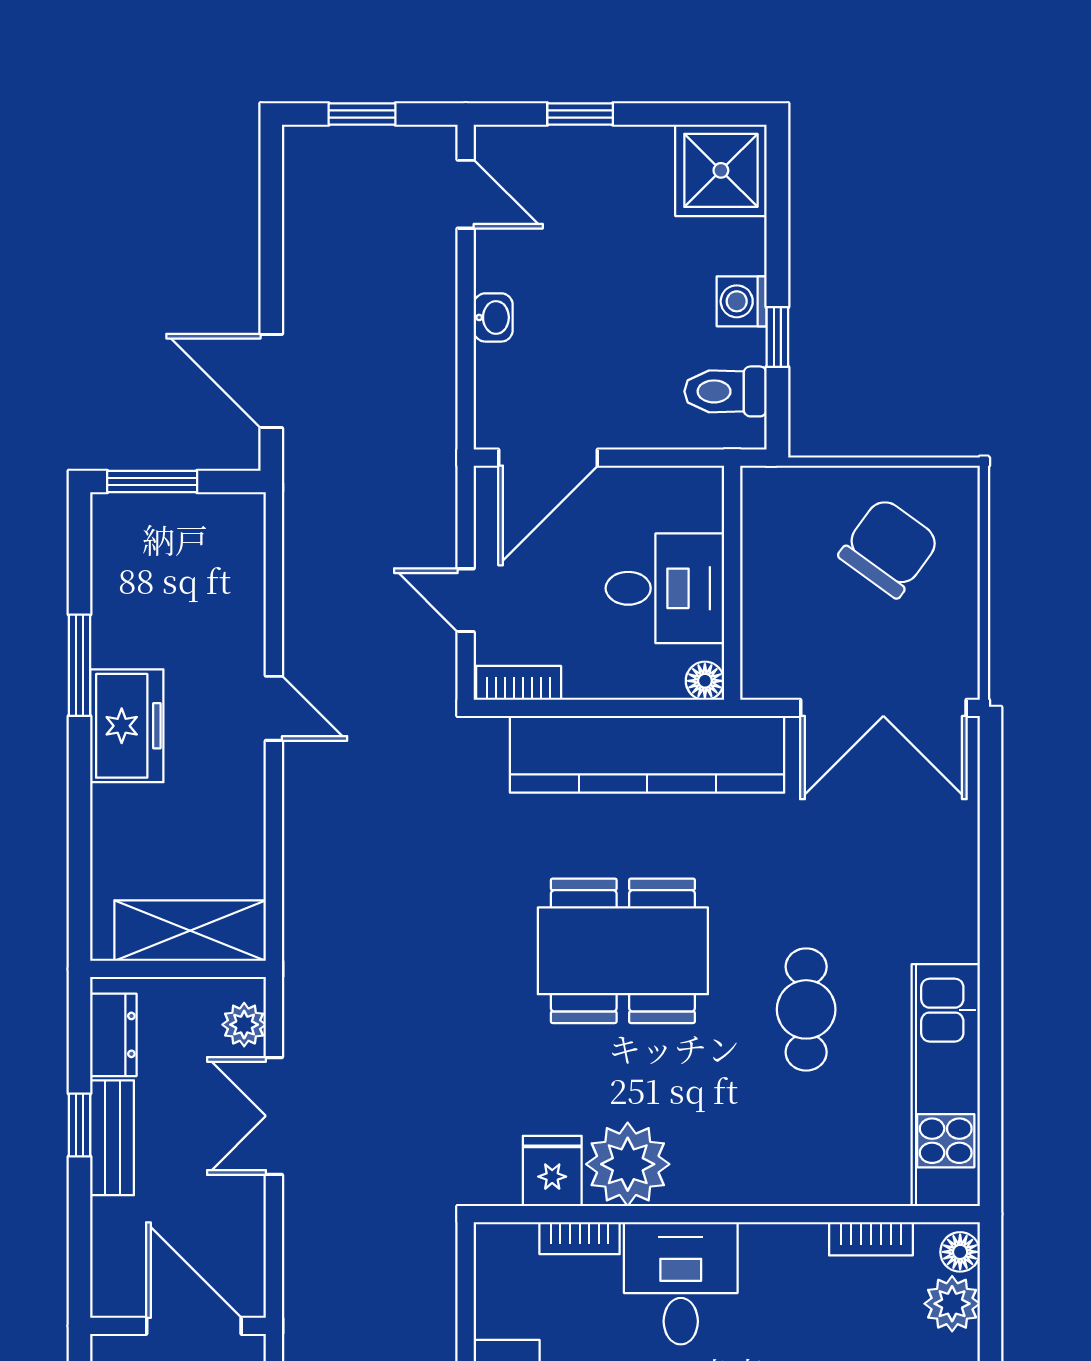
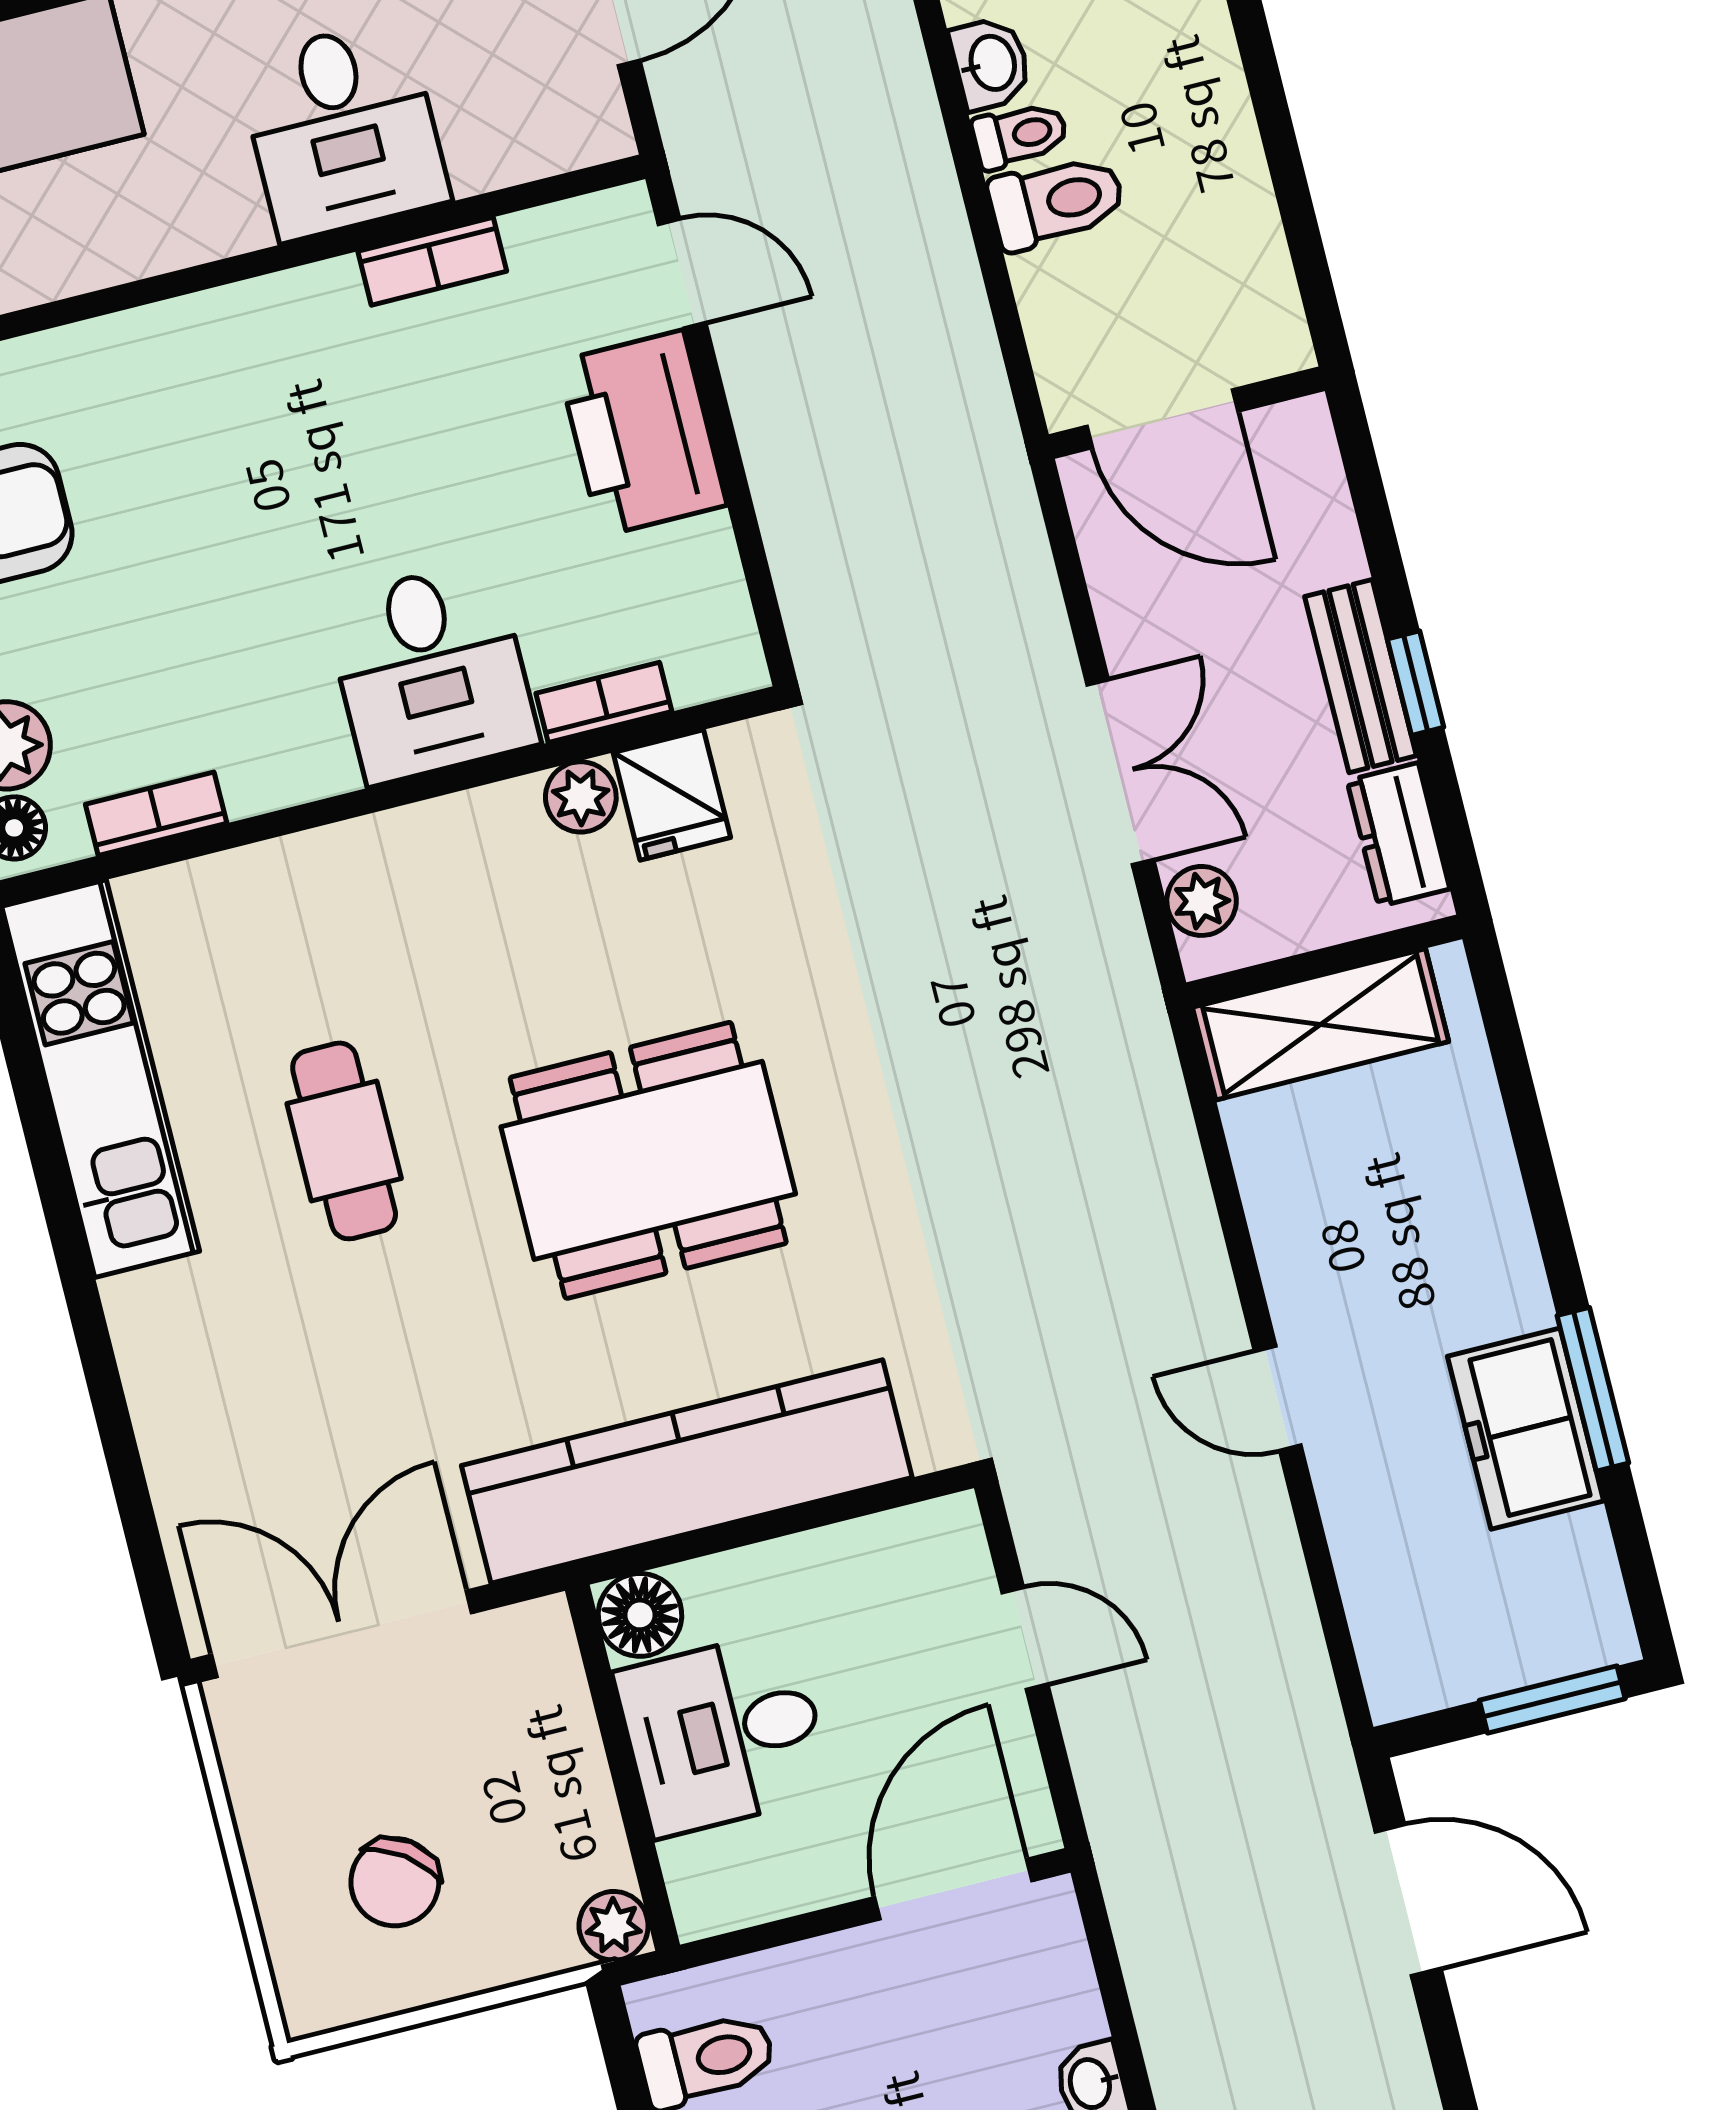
plant: (762, 487) -> (614, 1926), added
chair: (889, 548) -> (395, 1882), width x0.73, depth x0.73
floor lamp: (705, 681) -> (640, 1615), width x1.37, depth x1.37
bookcase: (519, 683) -> (912, 1532), removed
freezer: (127, 726) -> (1526, 1429), moved
plant: (628, 1164) -> (581, 797), width x0.53, depth x0.53

